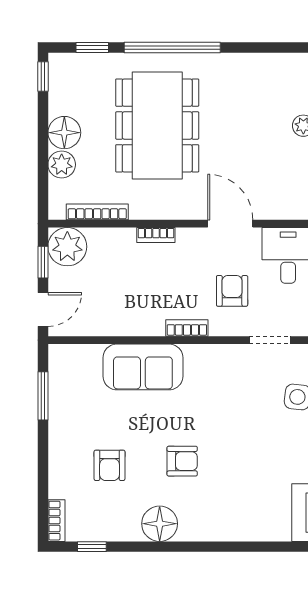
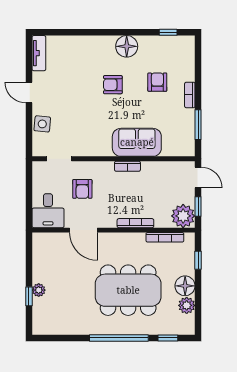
window: (43, 77) -> (198, 260), moved
dining table: (157, 125) -> (128, 290), turned 90
plant: (62, 165) -> (187, 305), moved
bookcase: (156, 235) -> (135, 223), width x1.56
door: (43, 310) -> (198, 178), swing flipped
bookcase: (187, 328) -> (127, 166), moved
bookcase: (56, 521) -> (190, 95), moved

